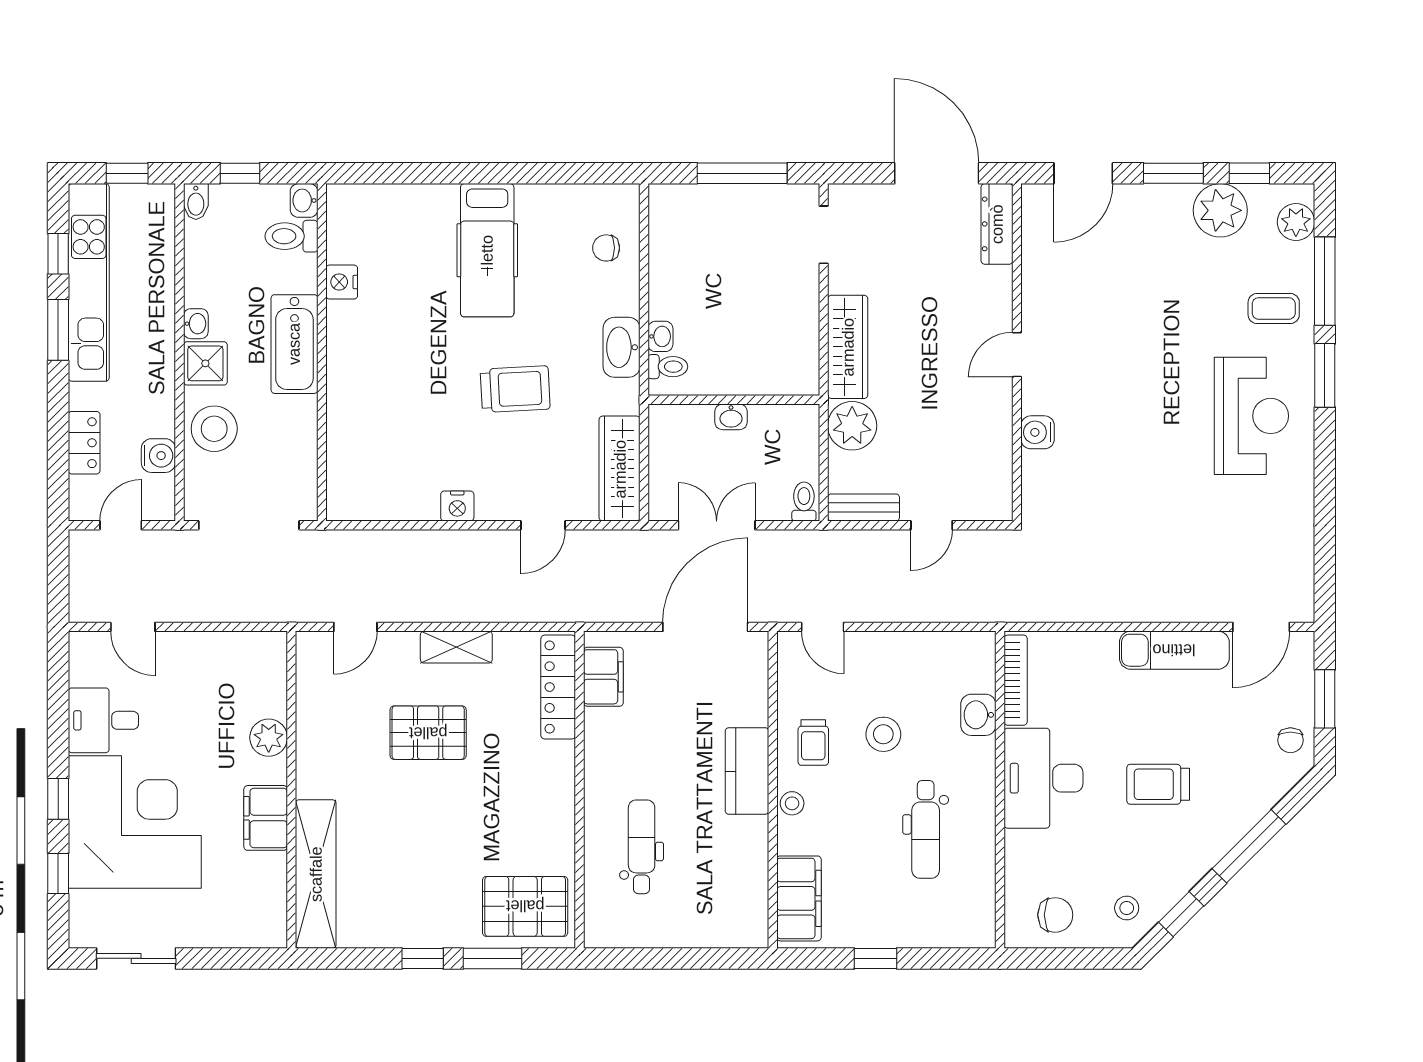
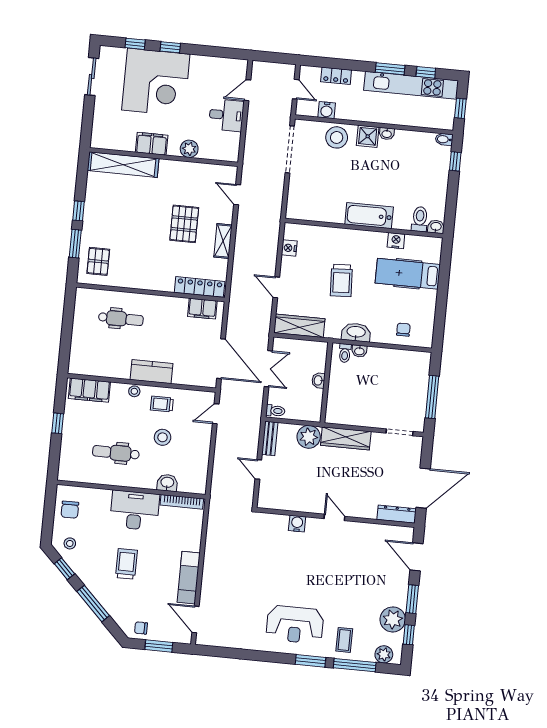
washbasin: (304, 200) -> (436, 227), moved
toilet: (291, 236) -> (420, 219), moved
nightstand: (342, 282) -> (396, 241), moved
bathtub: (294, 344) -> (369, 216), moved
wall: (322, 352) -> (364, 228), moved
desk: (103, 720) -> (226, 115), moved, turned 90
pallet: (525, 906) -> (98, 261), width x0.67, depth x0.71

